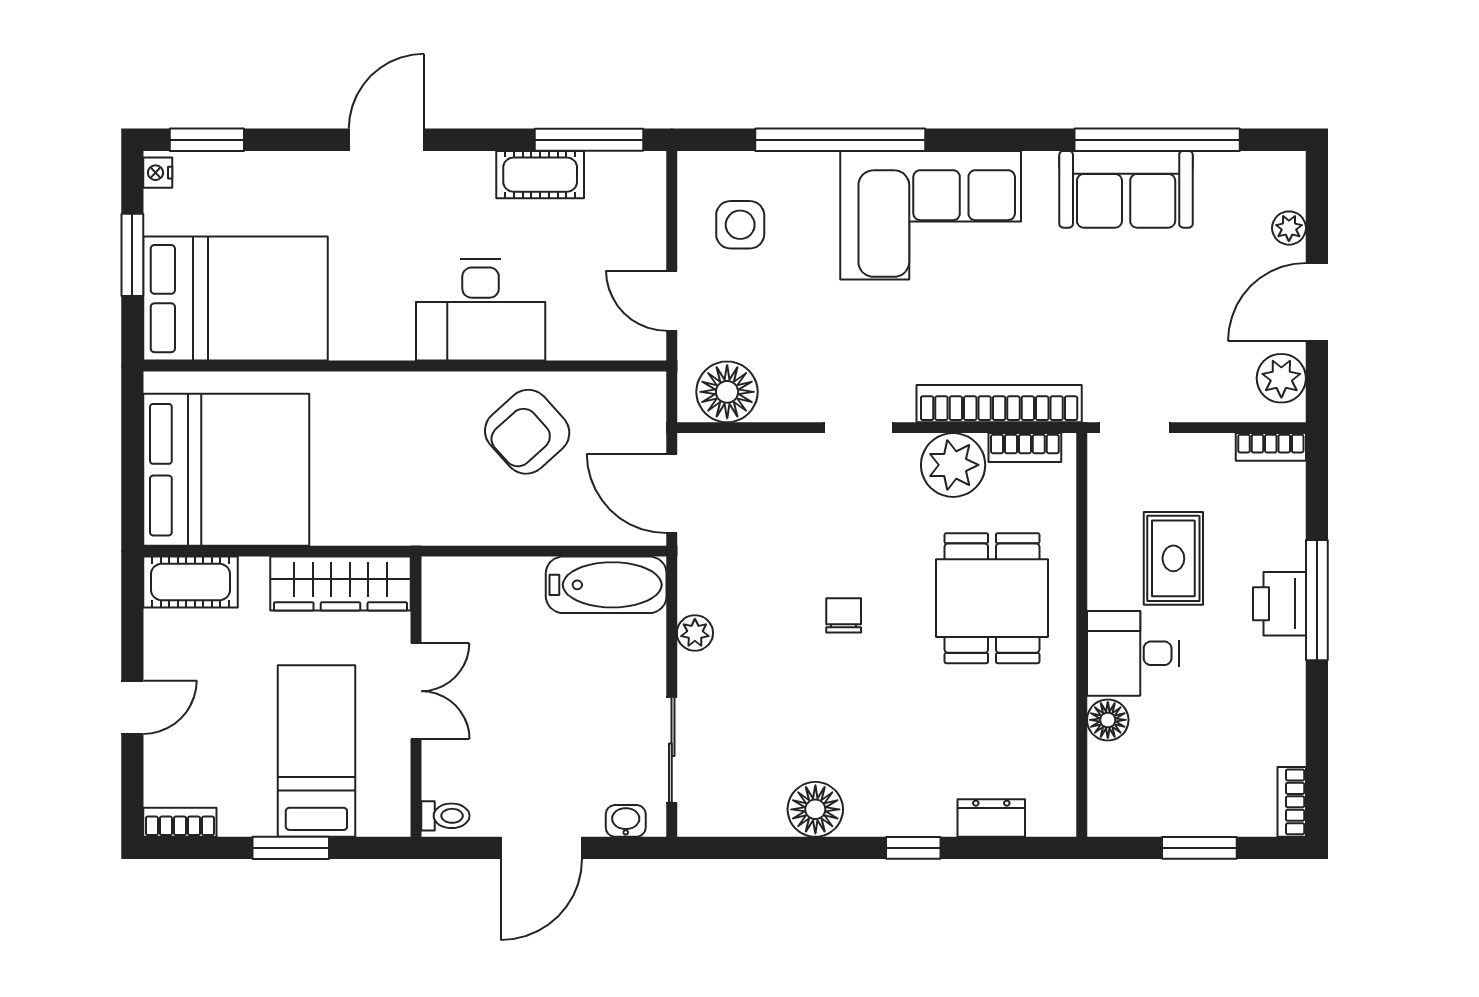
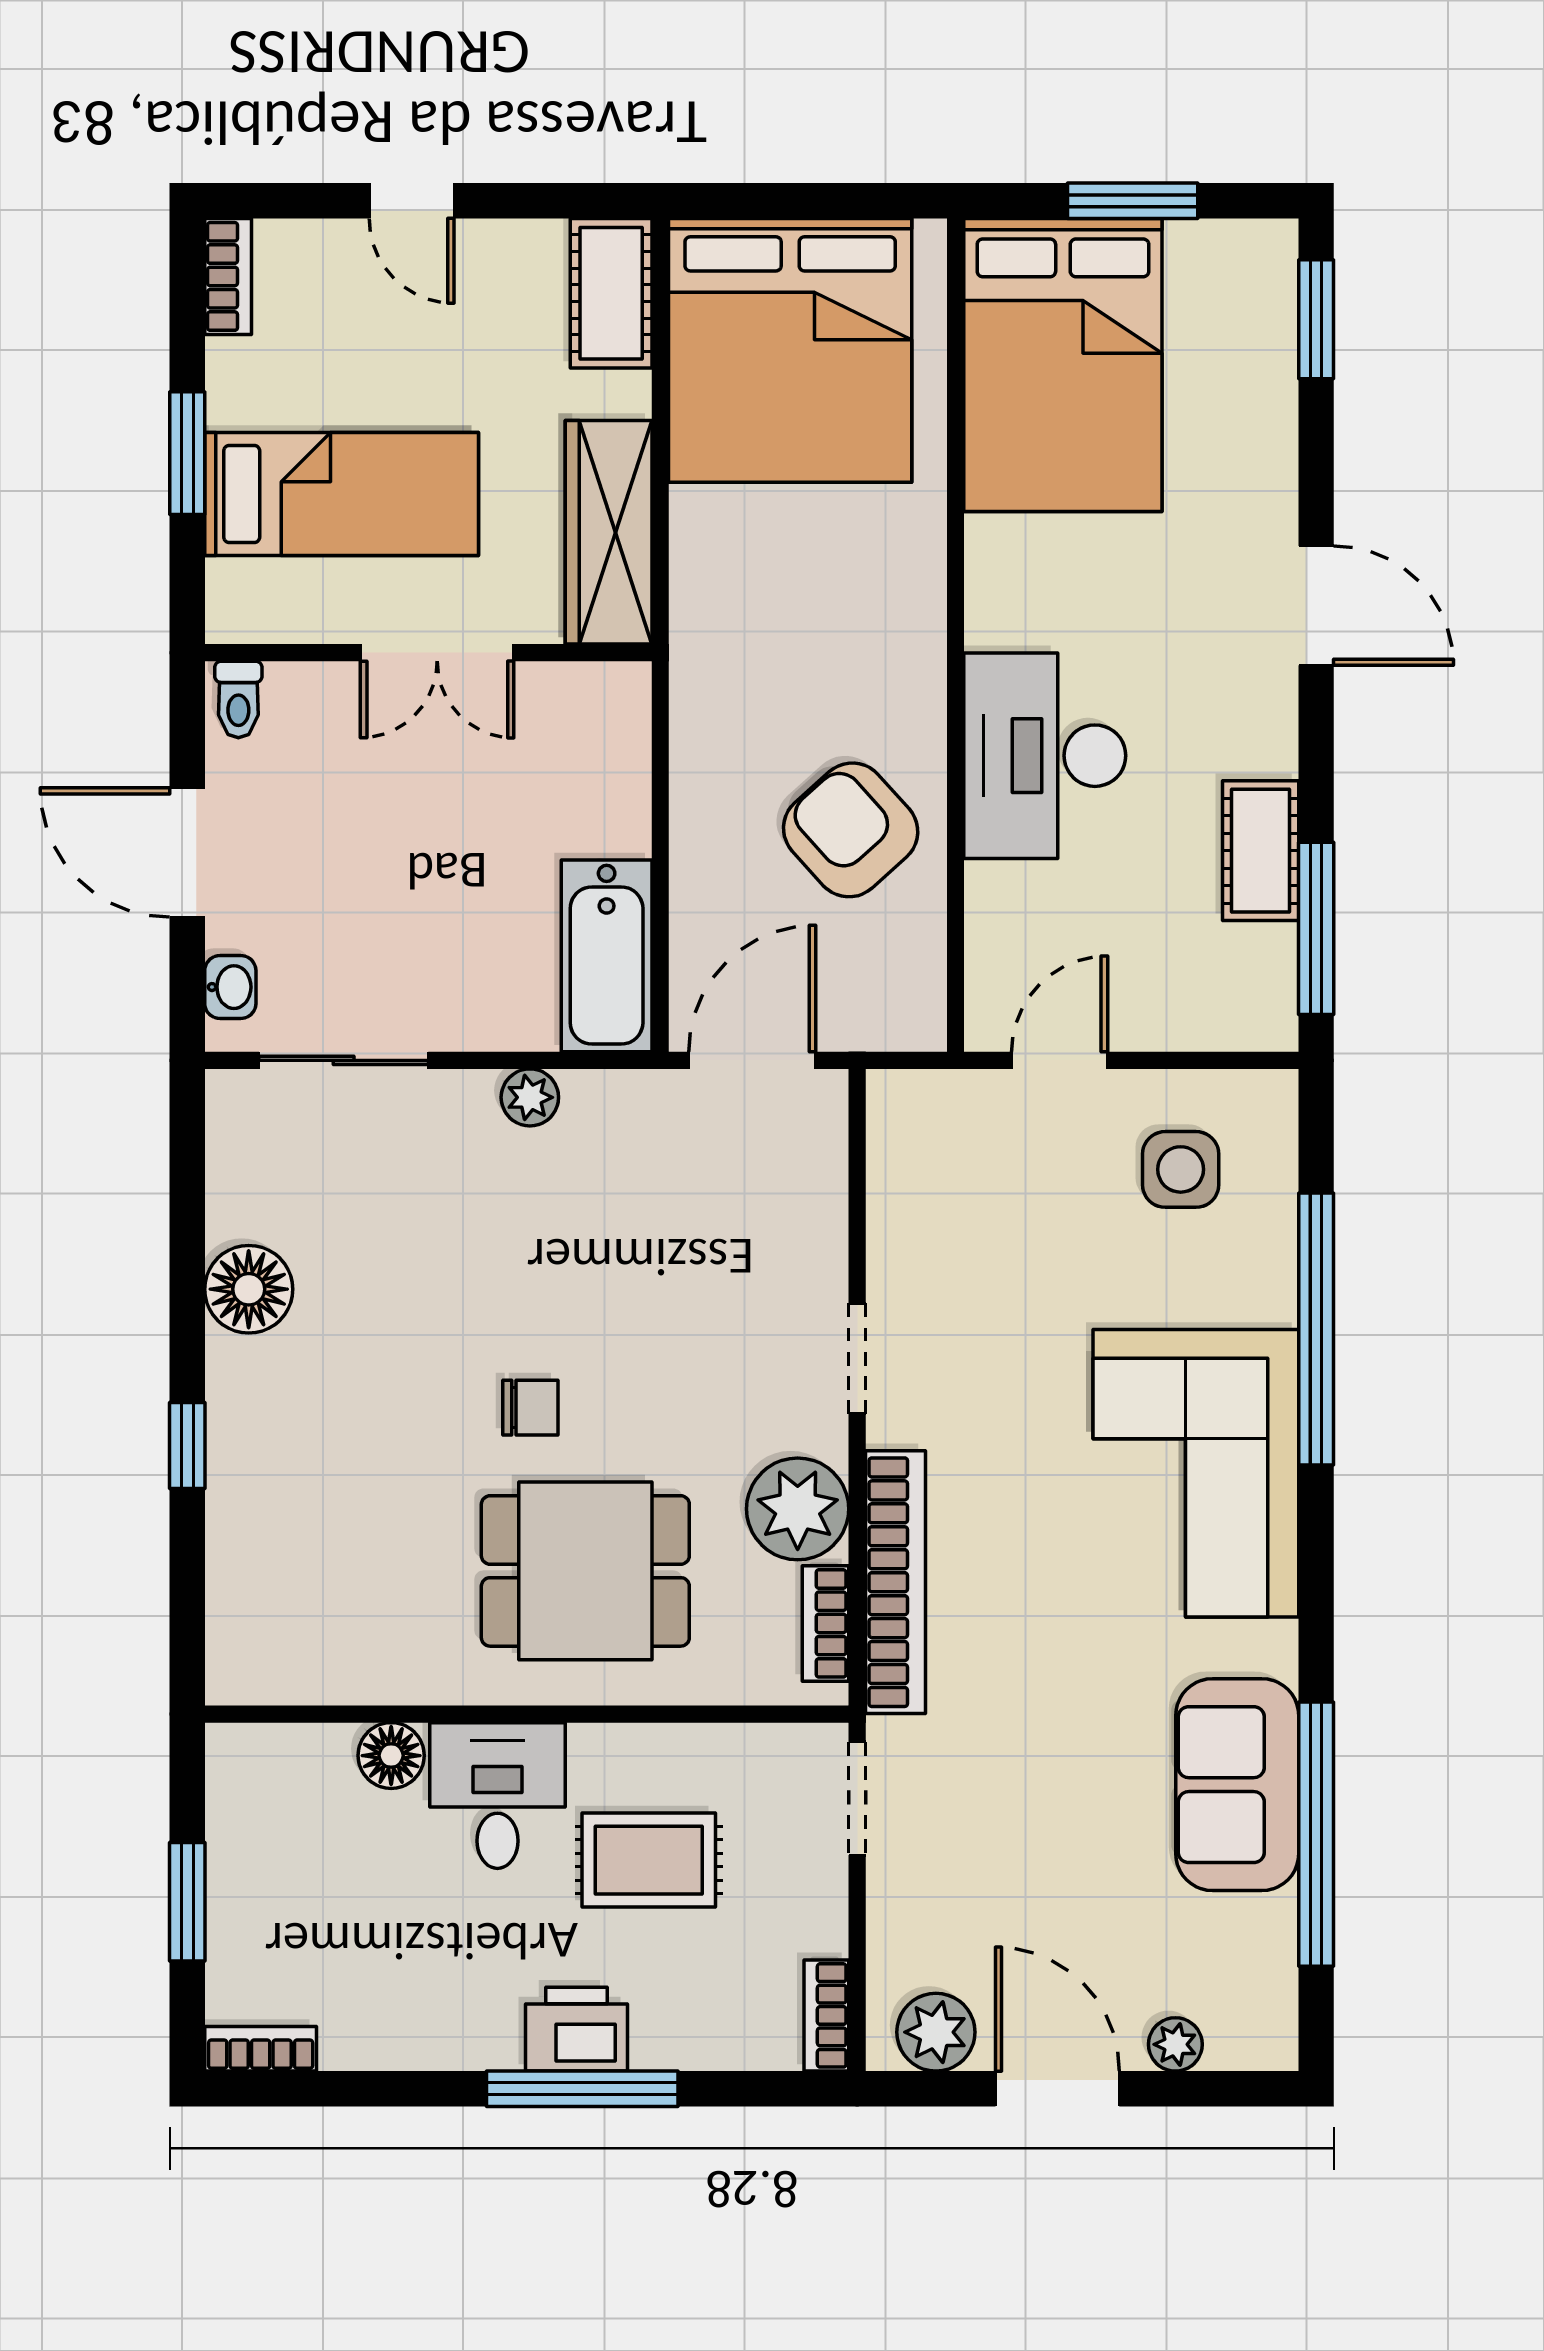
nightstand: (158, 173) -> (1264, 241), removed
floor lamp: (727, 392) -> (914, 1149), removed
chair: (844, 615) -> (530, 1408), moved
dresser: (991, 818) -> (235, 1570), removed

